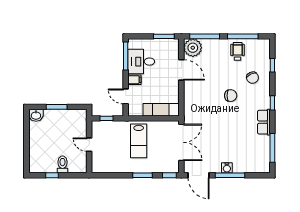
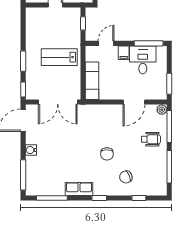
plant: (193, 48) -> (162, 110), width x0.53, depth x0.53
wheelchair: (238, 51) -> (151, 139), moved
window: (230, 175) -> (23, 175), moved

